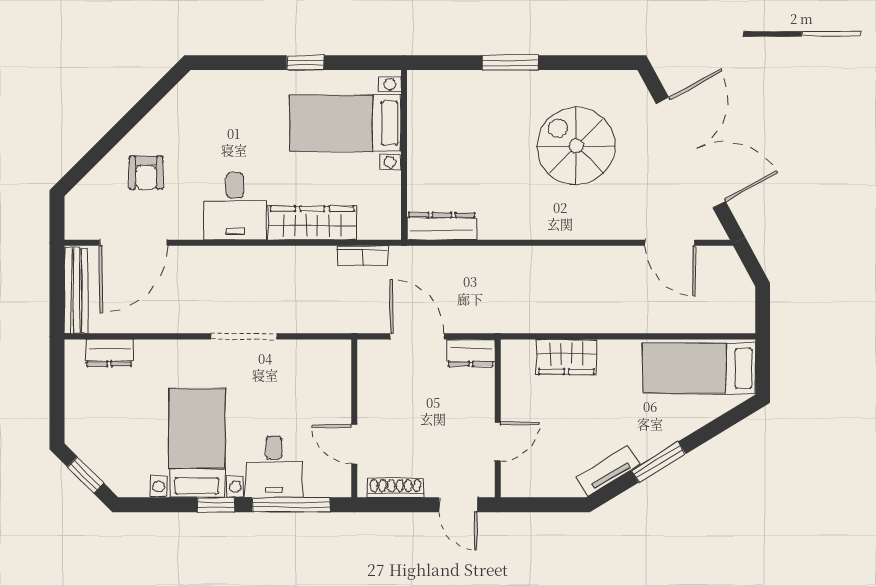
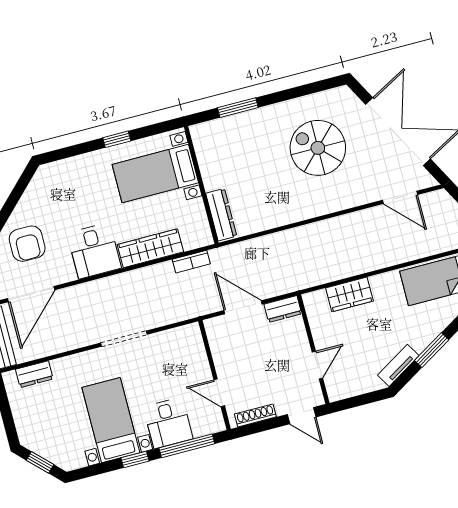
window: (510, 63) -> (238, 108), moved
armchair: (146, 173) -> (27, 244), width x1.38, depth x1.38
dresser: (442, 226) -> (221, 215), moved, turned 90

